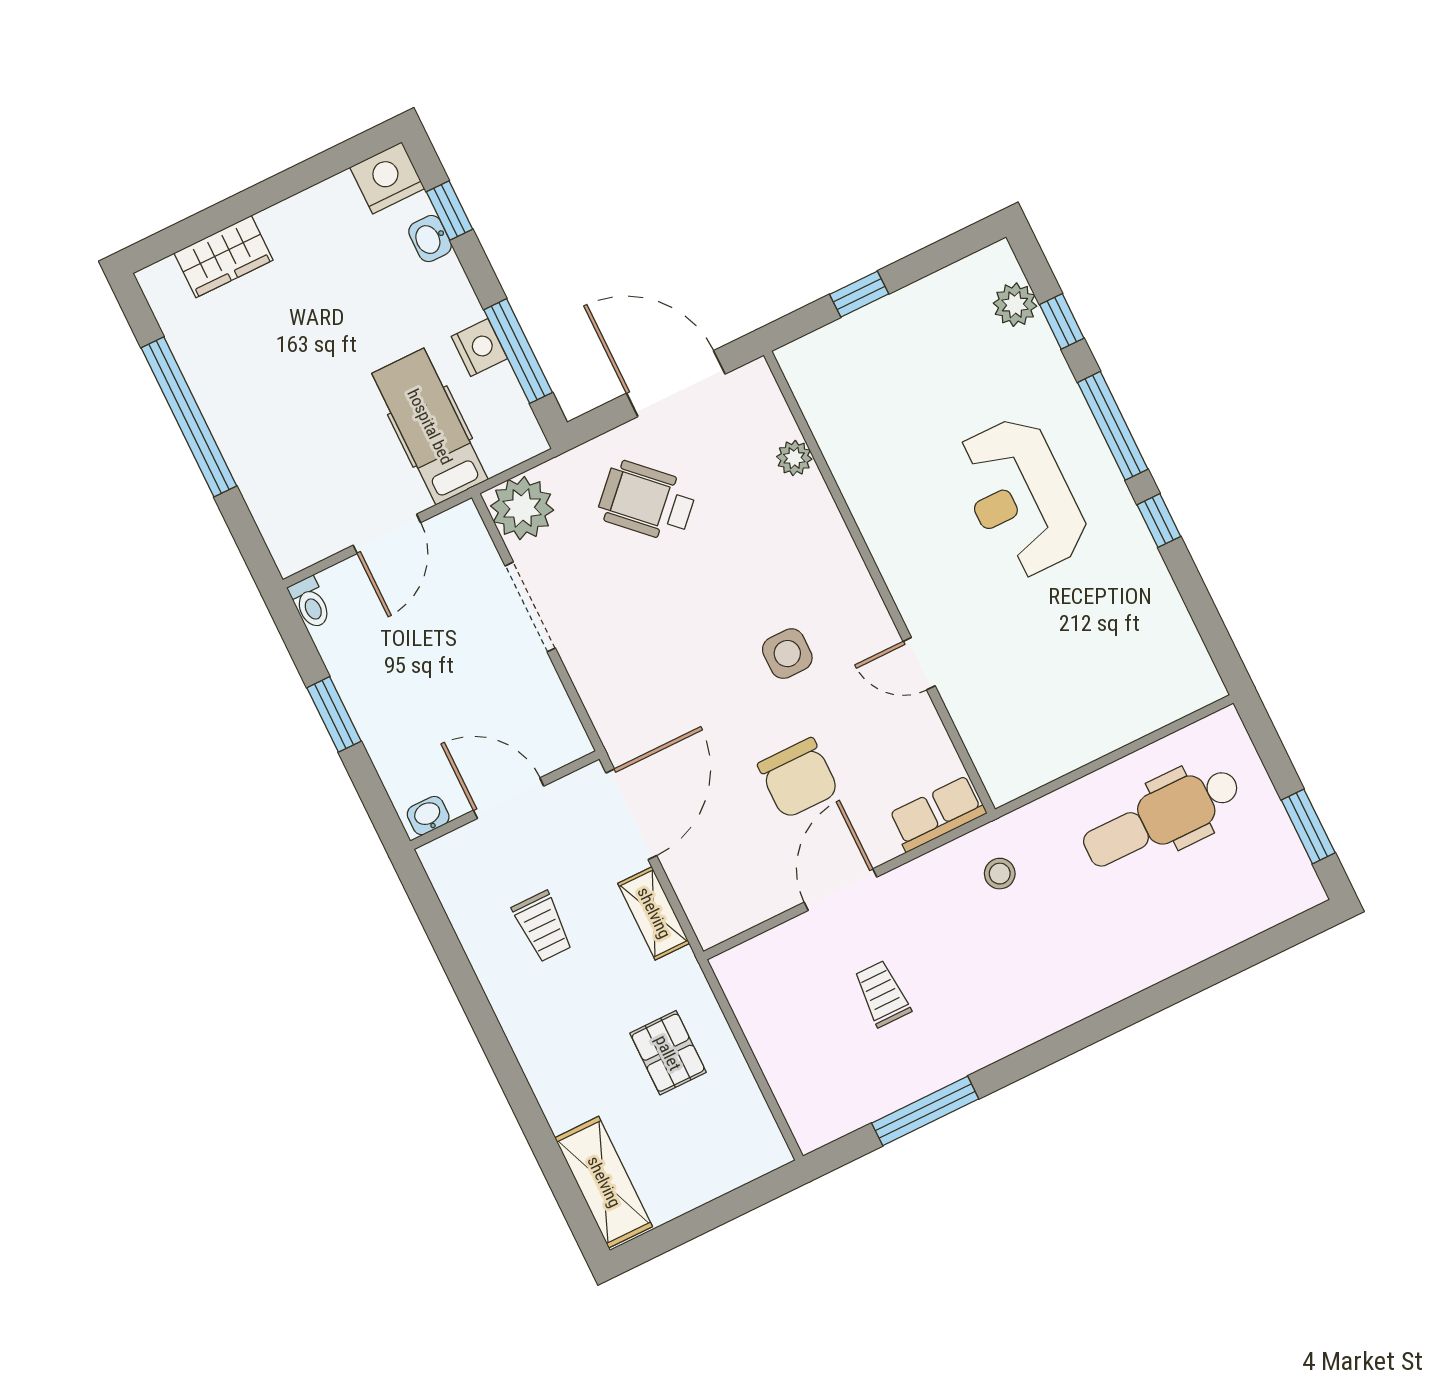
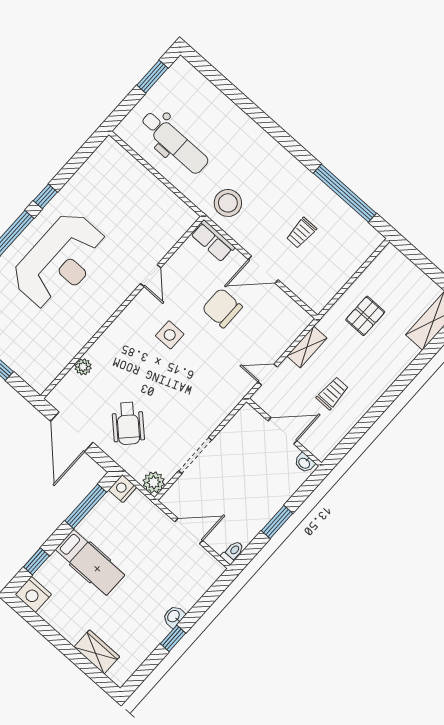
washbasin: (430, 239) -> (174, 616), moved, turned 180
nightstand: (479, 347) -> (122, 489), moved
window: (189, 417) -> (173, 638), width x0.32
hospital bed: (430, 427) -> (90, 562), moved, turned -90
reception desk: (1021, 497) -> (60, 261), width x1.36, depth x1.30
plant: (522, 508) -> (154, 482), width x0.73, depth x0.73
chair: (798, 778) -> (222, 308), turned -90
door: (509, 798) -> (282, 431), swing flipped
door: (631, 814) -> (268, 374), width x0.53
stool: (1000, 874) -> (228, 203), width x1.89, depth x1.89
window: (925, 1111) -> (345, 193), width x1.46

